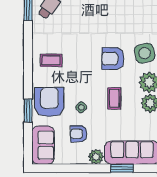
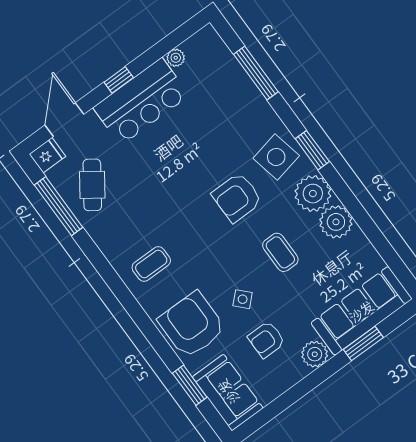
window: (28, 111) -> (190, 385), moved

